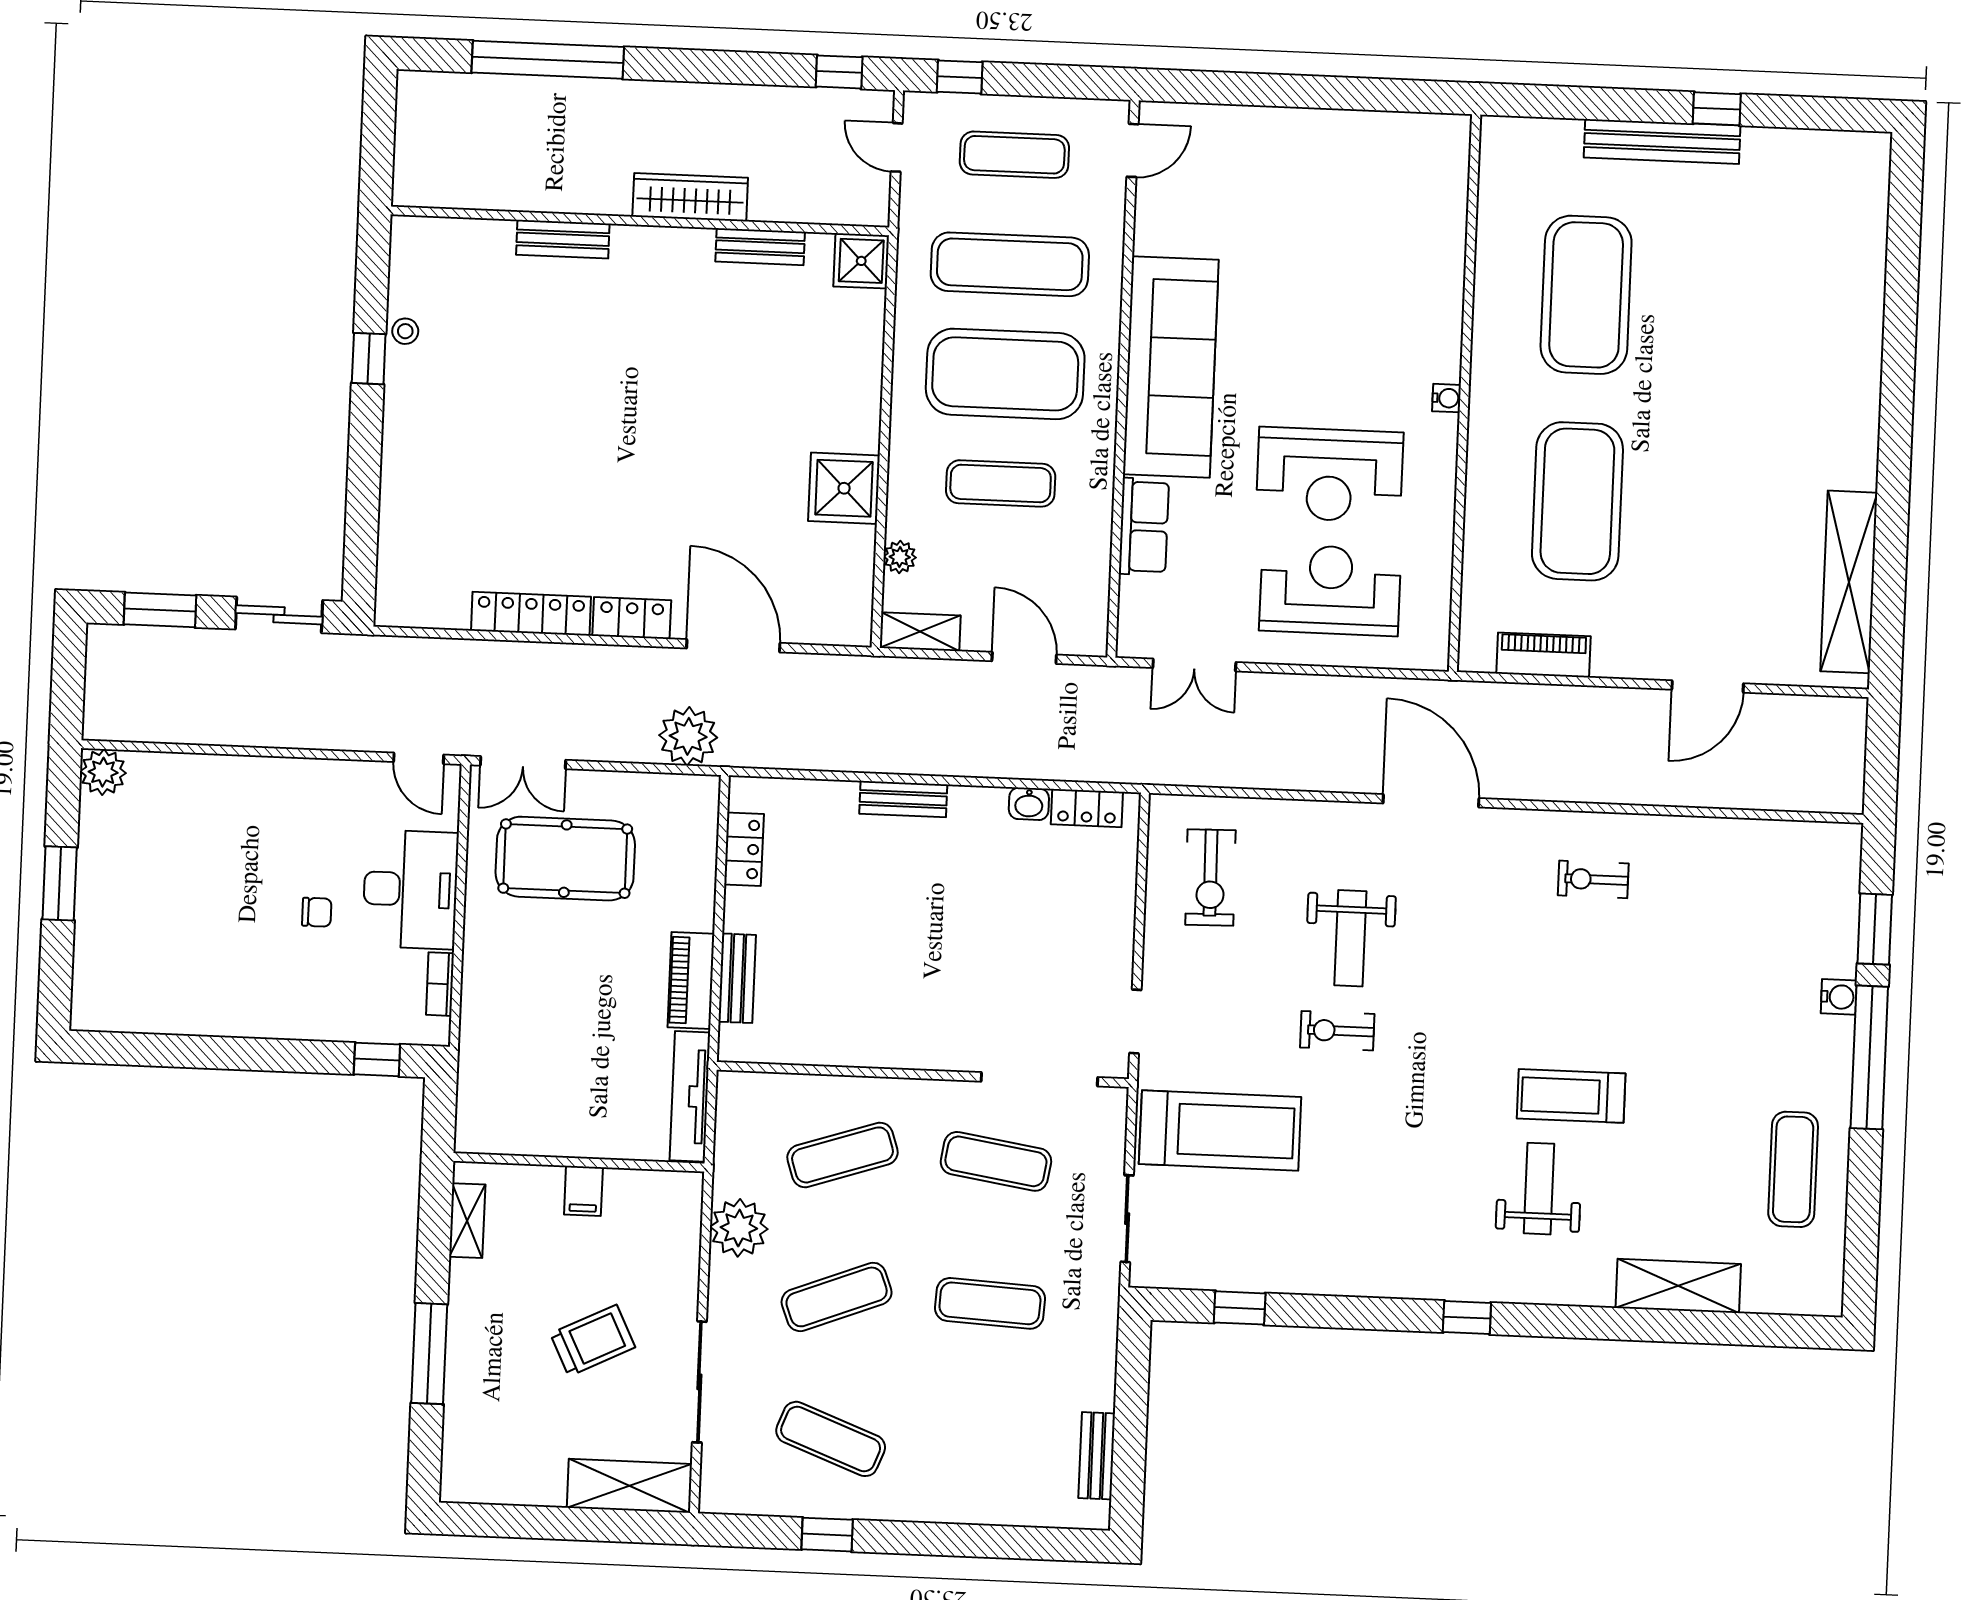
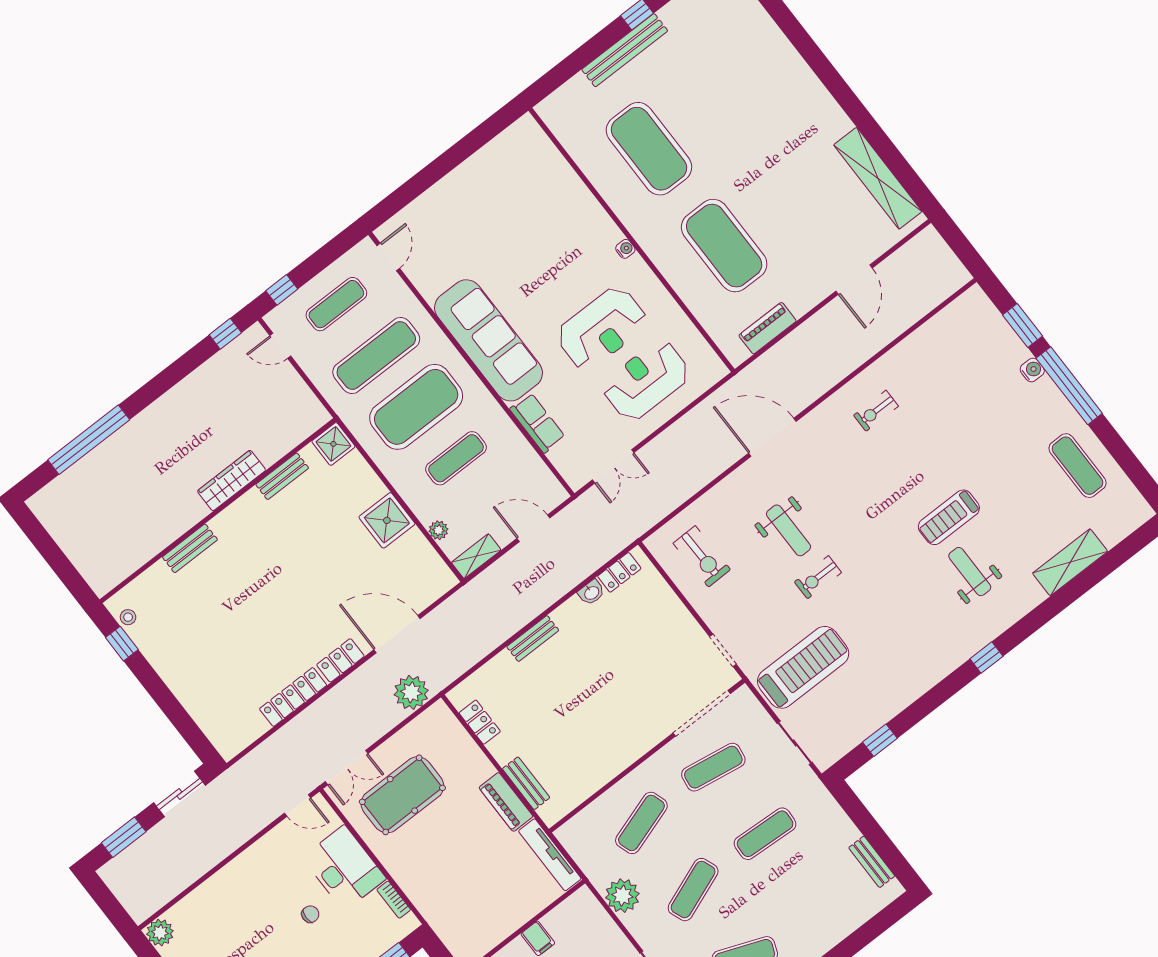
wardrobe: (690, 197) -> (231, 481), moved
wall: (640, 221) -> (218, 511), moved
bench: (563, 239) -> (190, 548), moved
bench: (760, 247) -> (282, 476), moved
shower: (861, 261) -> (333, 444), moved

